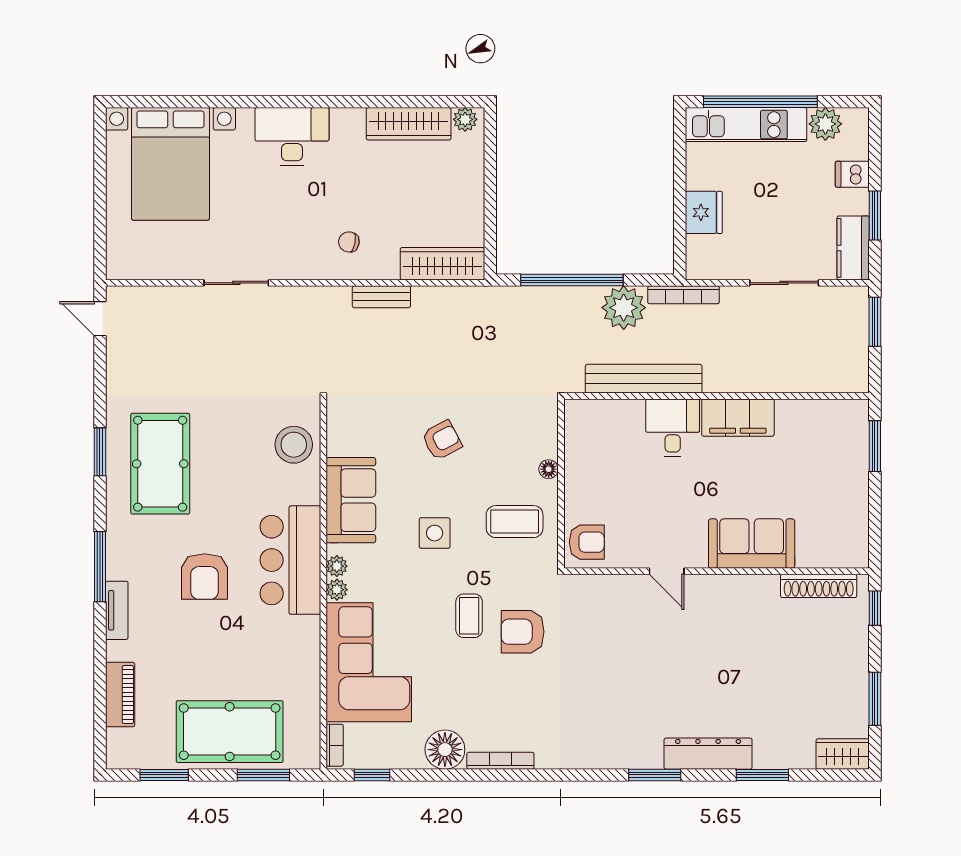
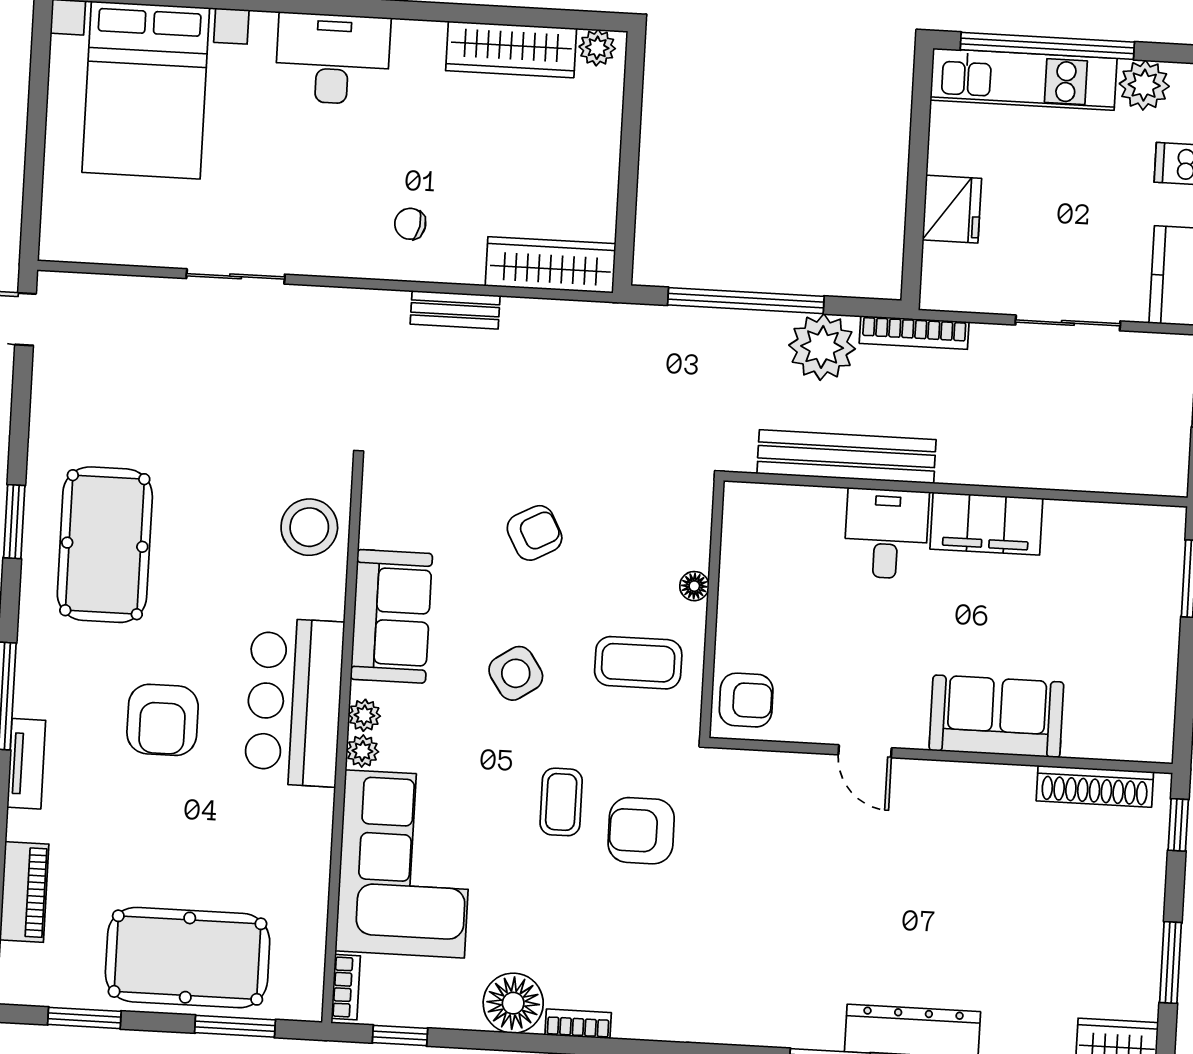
side table: (435, 533) -> (516, 673), turned -34
bookcase: (500, 761) -> (578, 1024), width x0.64

